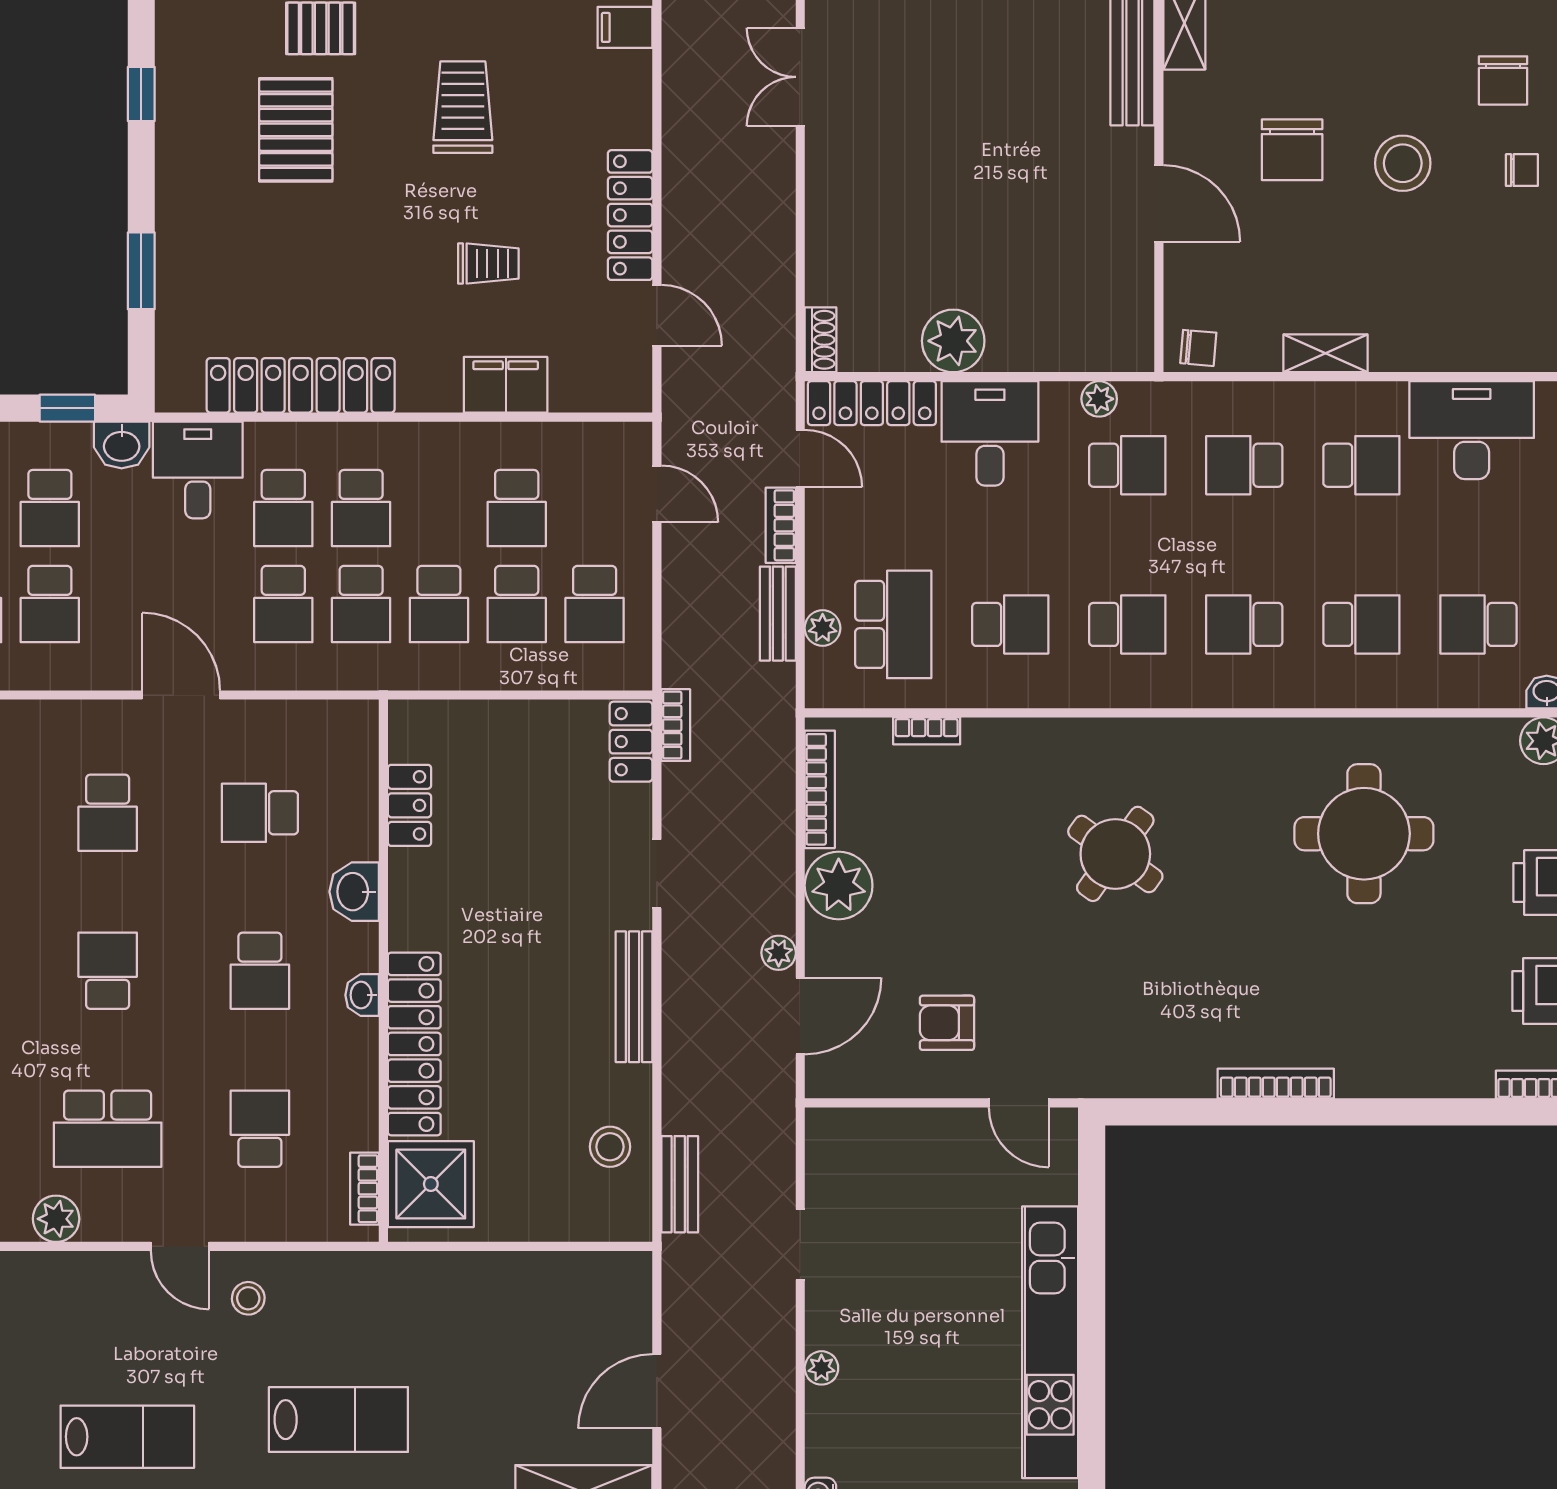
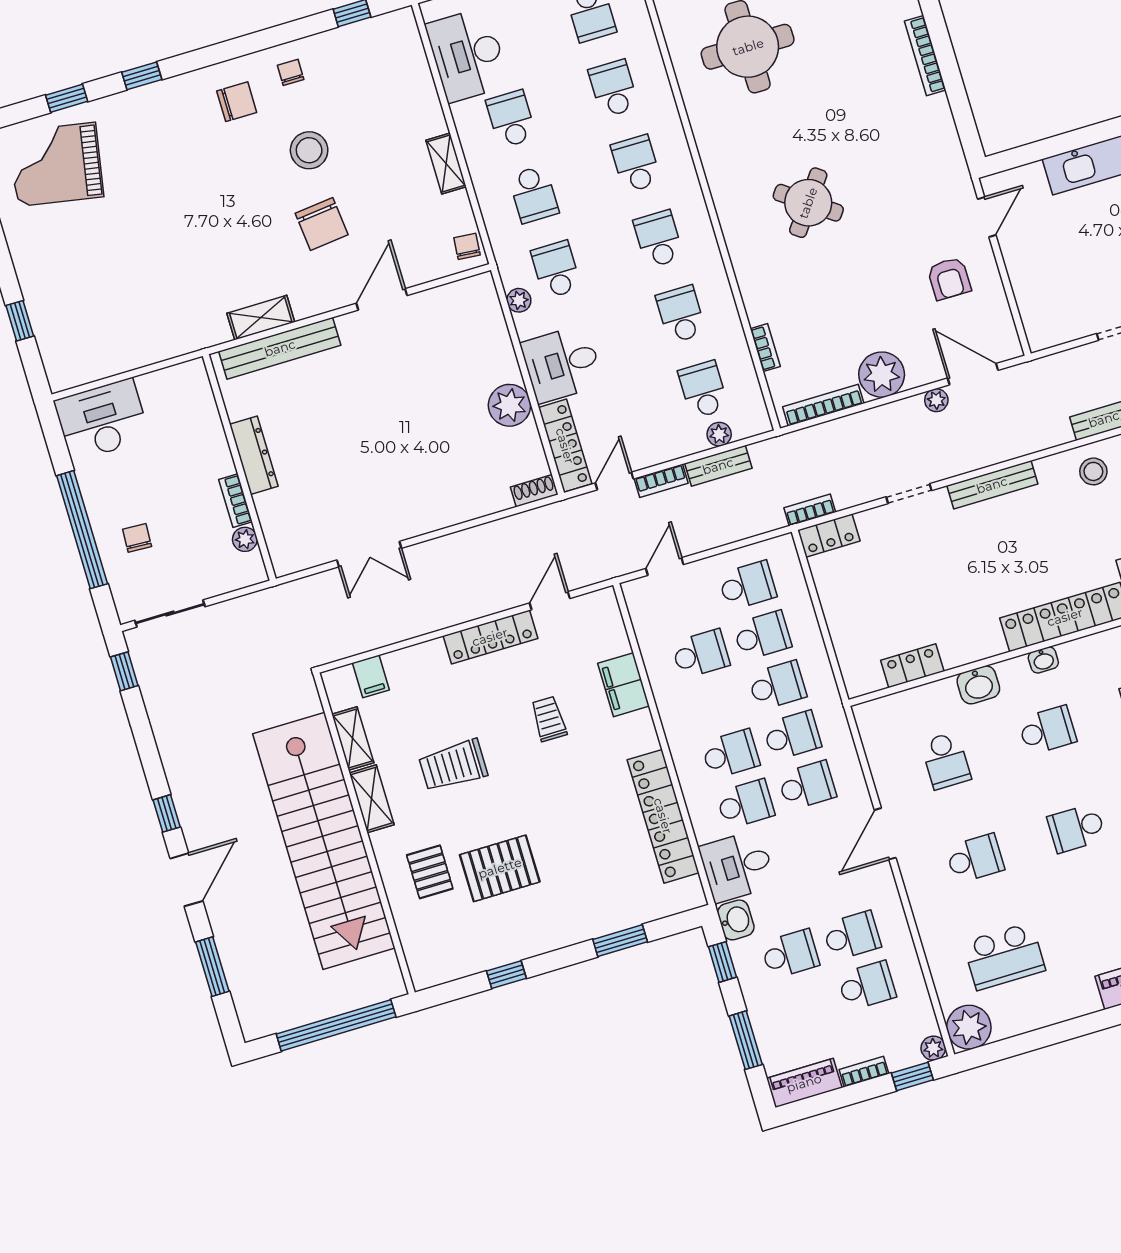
chair: (1292, 150) -> (322, 224), turned 84
school desk: (893, 624) -> (703, 390), width x0.54
school desk: (1244, 624) -> (636, 164), turned 180

